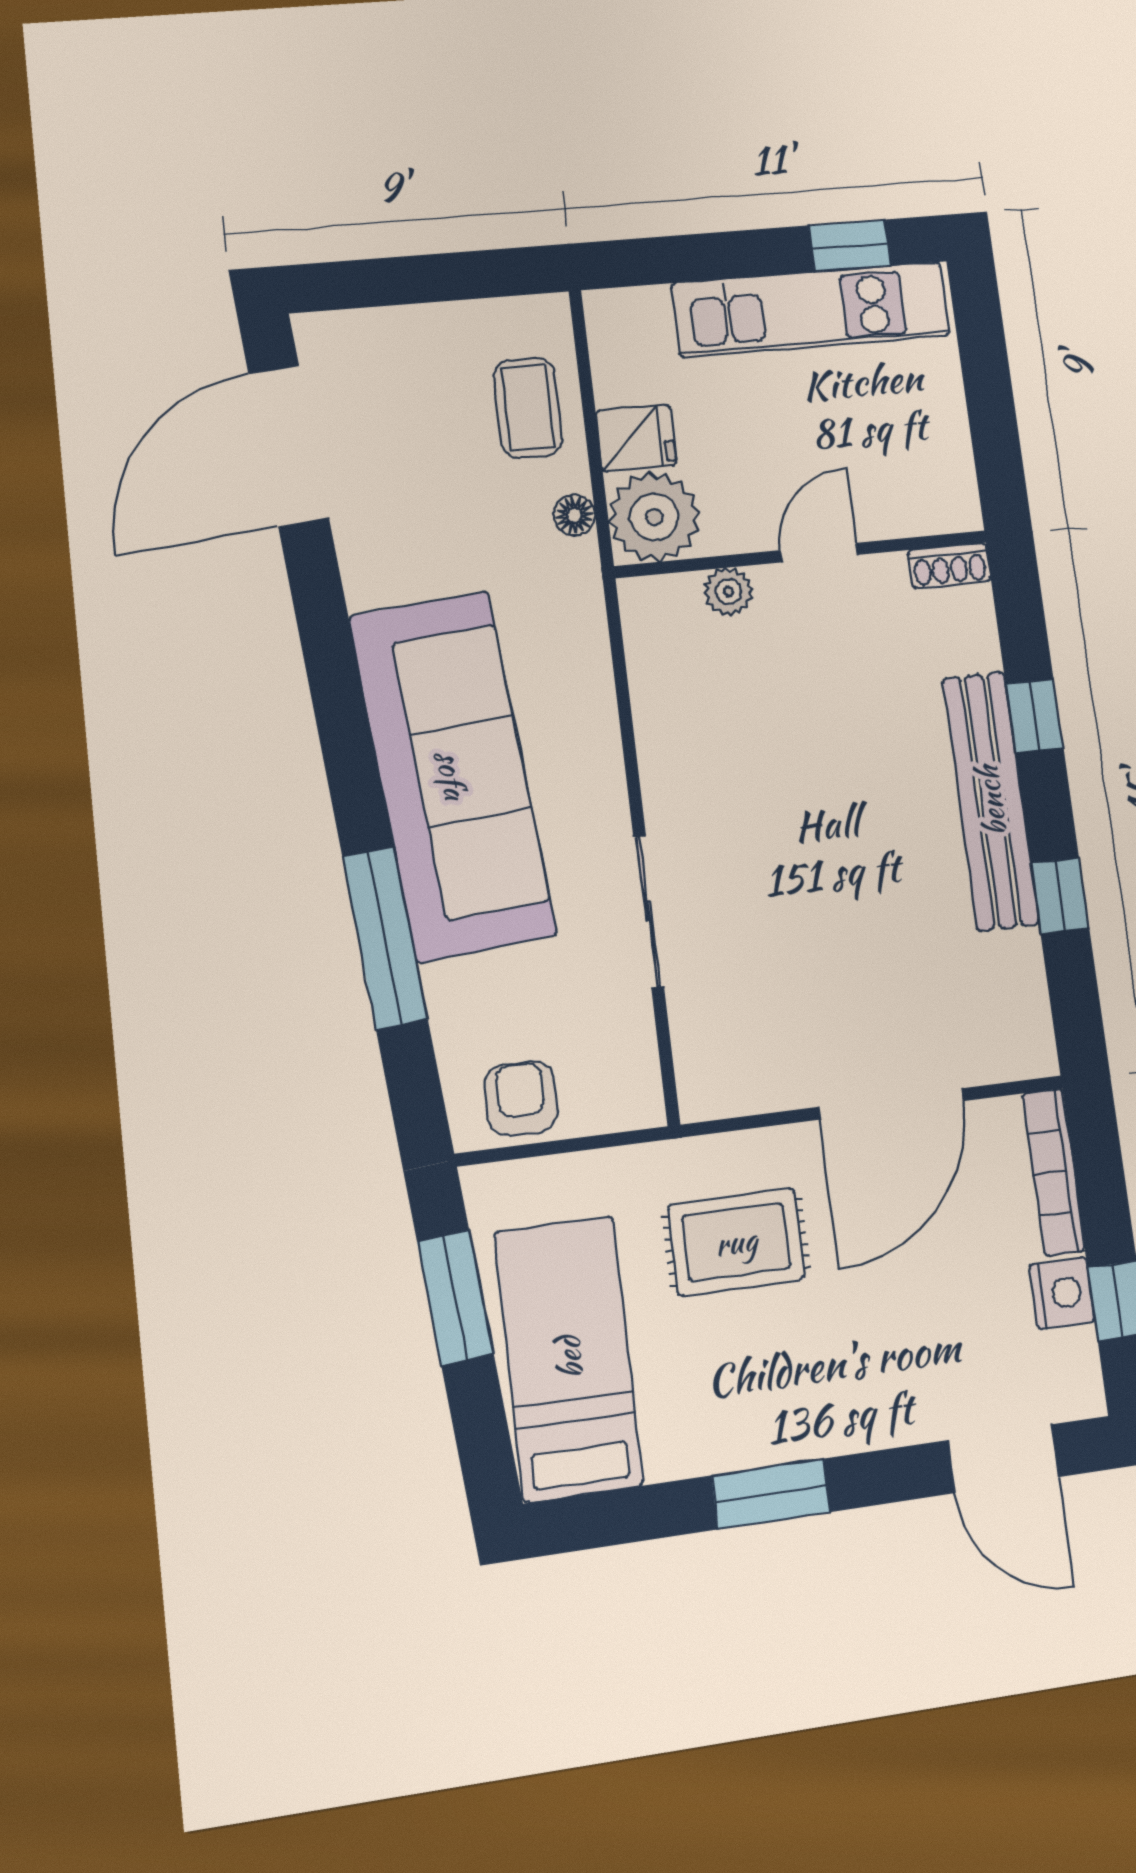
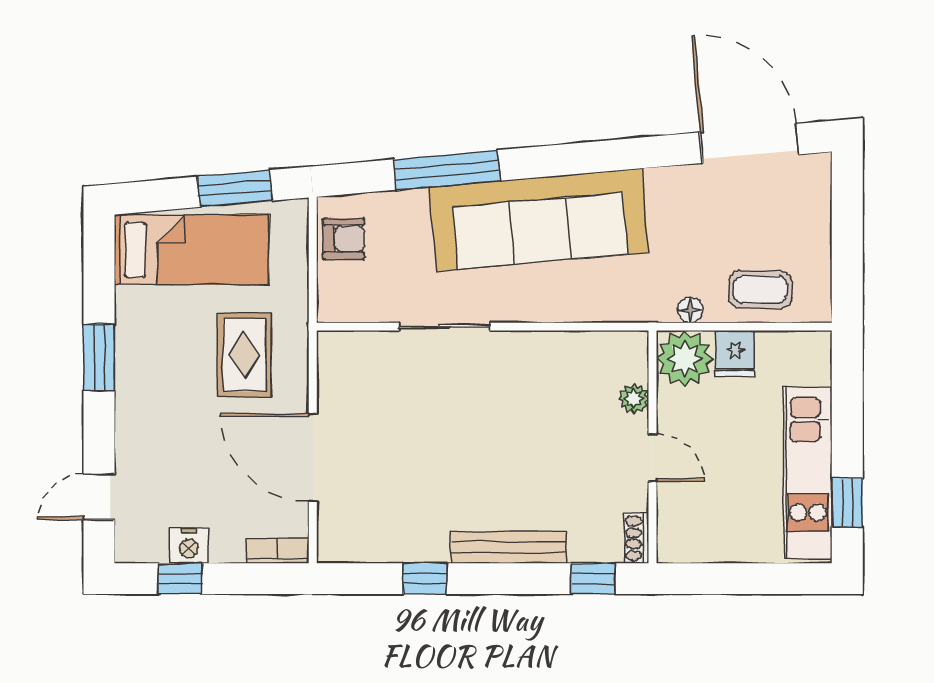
window: (1034, 716) -> (593, 579), moved
bench: (991, 801) -> (509, 547), width x0.73, depth x0.82
bookcase: (1054, 1172) -> (278, 551), width x0.64
door: (1003, 1459) -> (99, 497), width x0.73

